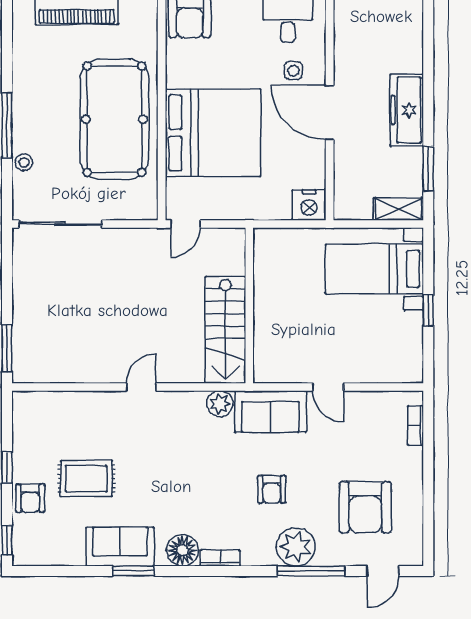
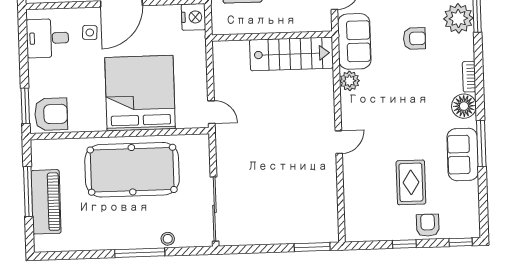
wall: (249, 306) -> (272, 36), moved
stairs: (225, 330) -> (292, 54), moved
door: (141, 387) -> (339, 142), swing flipped
armchair: (30, 498) -> (428, 225), turned -90
window: (133, 571) -> (481, 143), width x1.44

